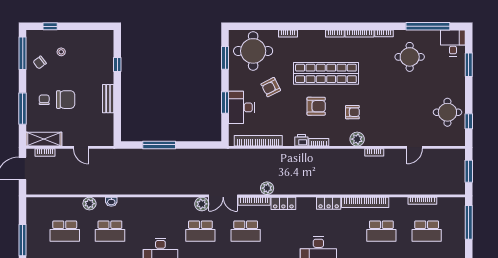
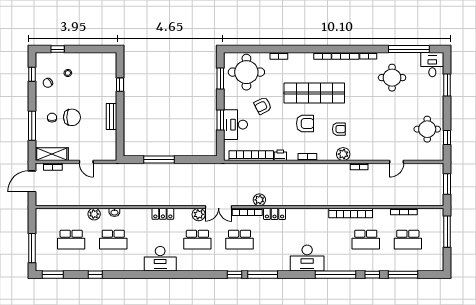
window: (23, 53) -> (32, 74), width x0.46
printer: (301, 140) -> (280, 155), moved
locker: (329, 203) -> (163, 214), moved

